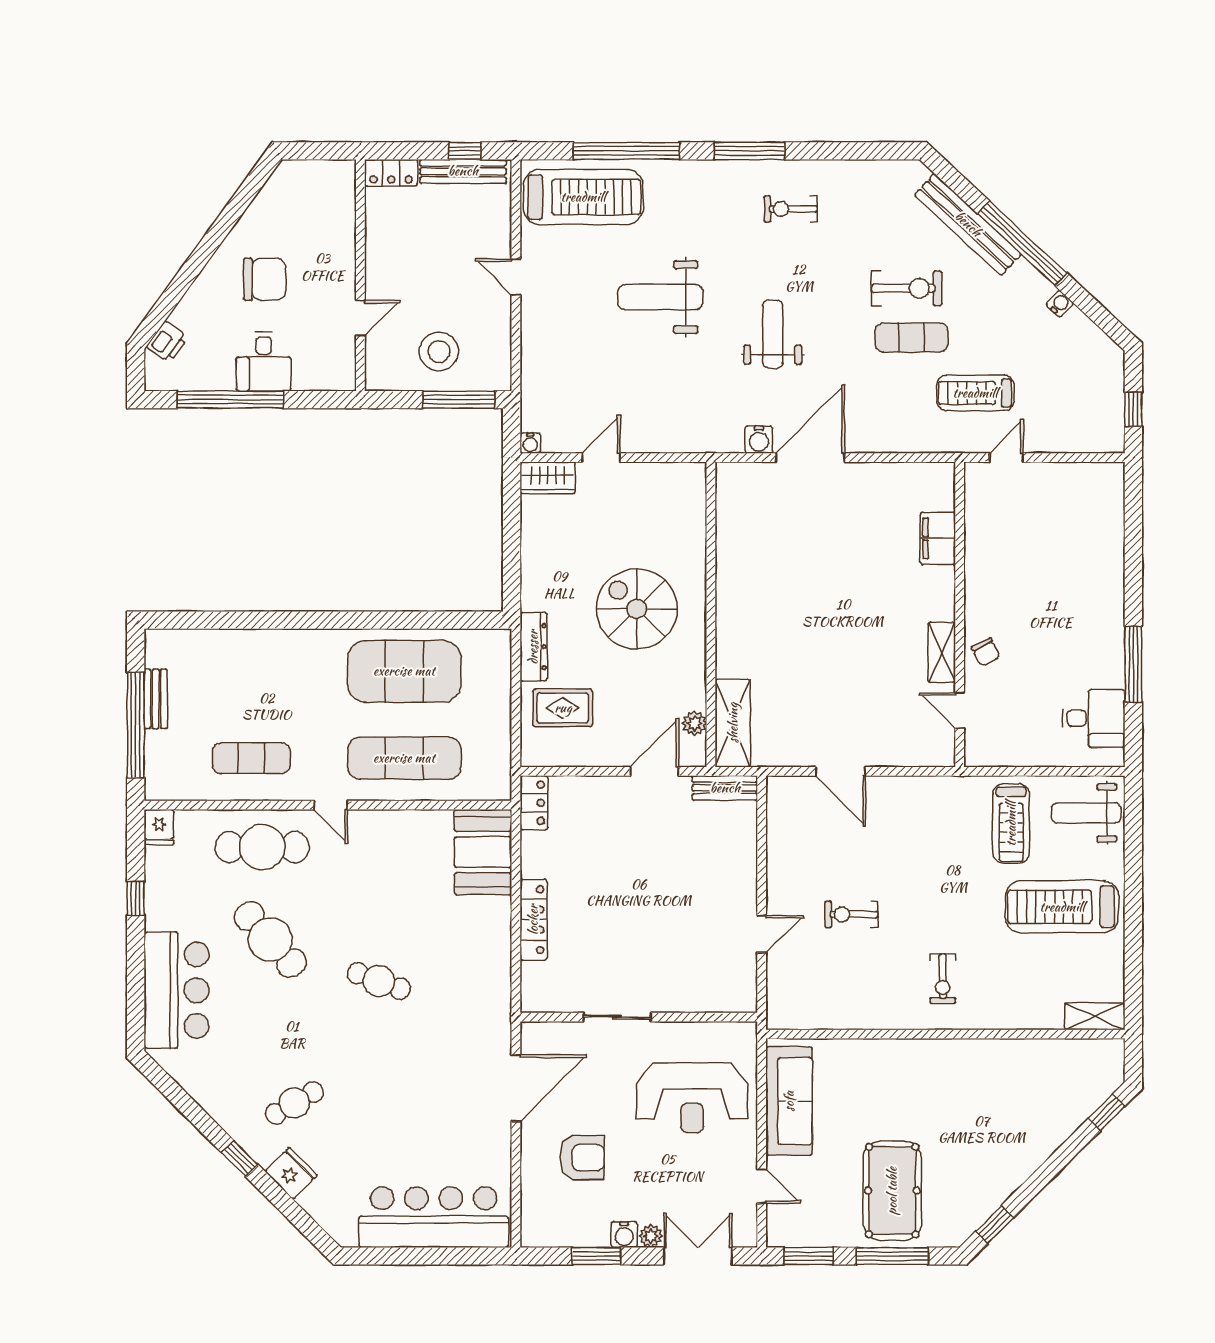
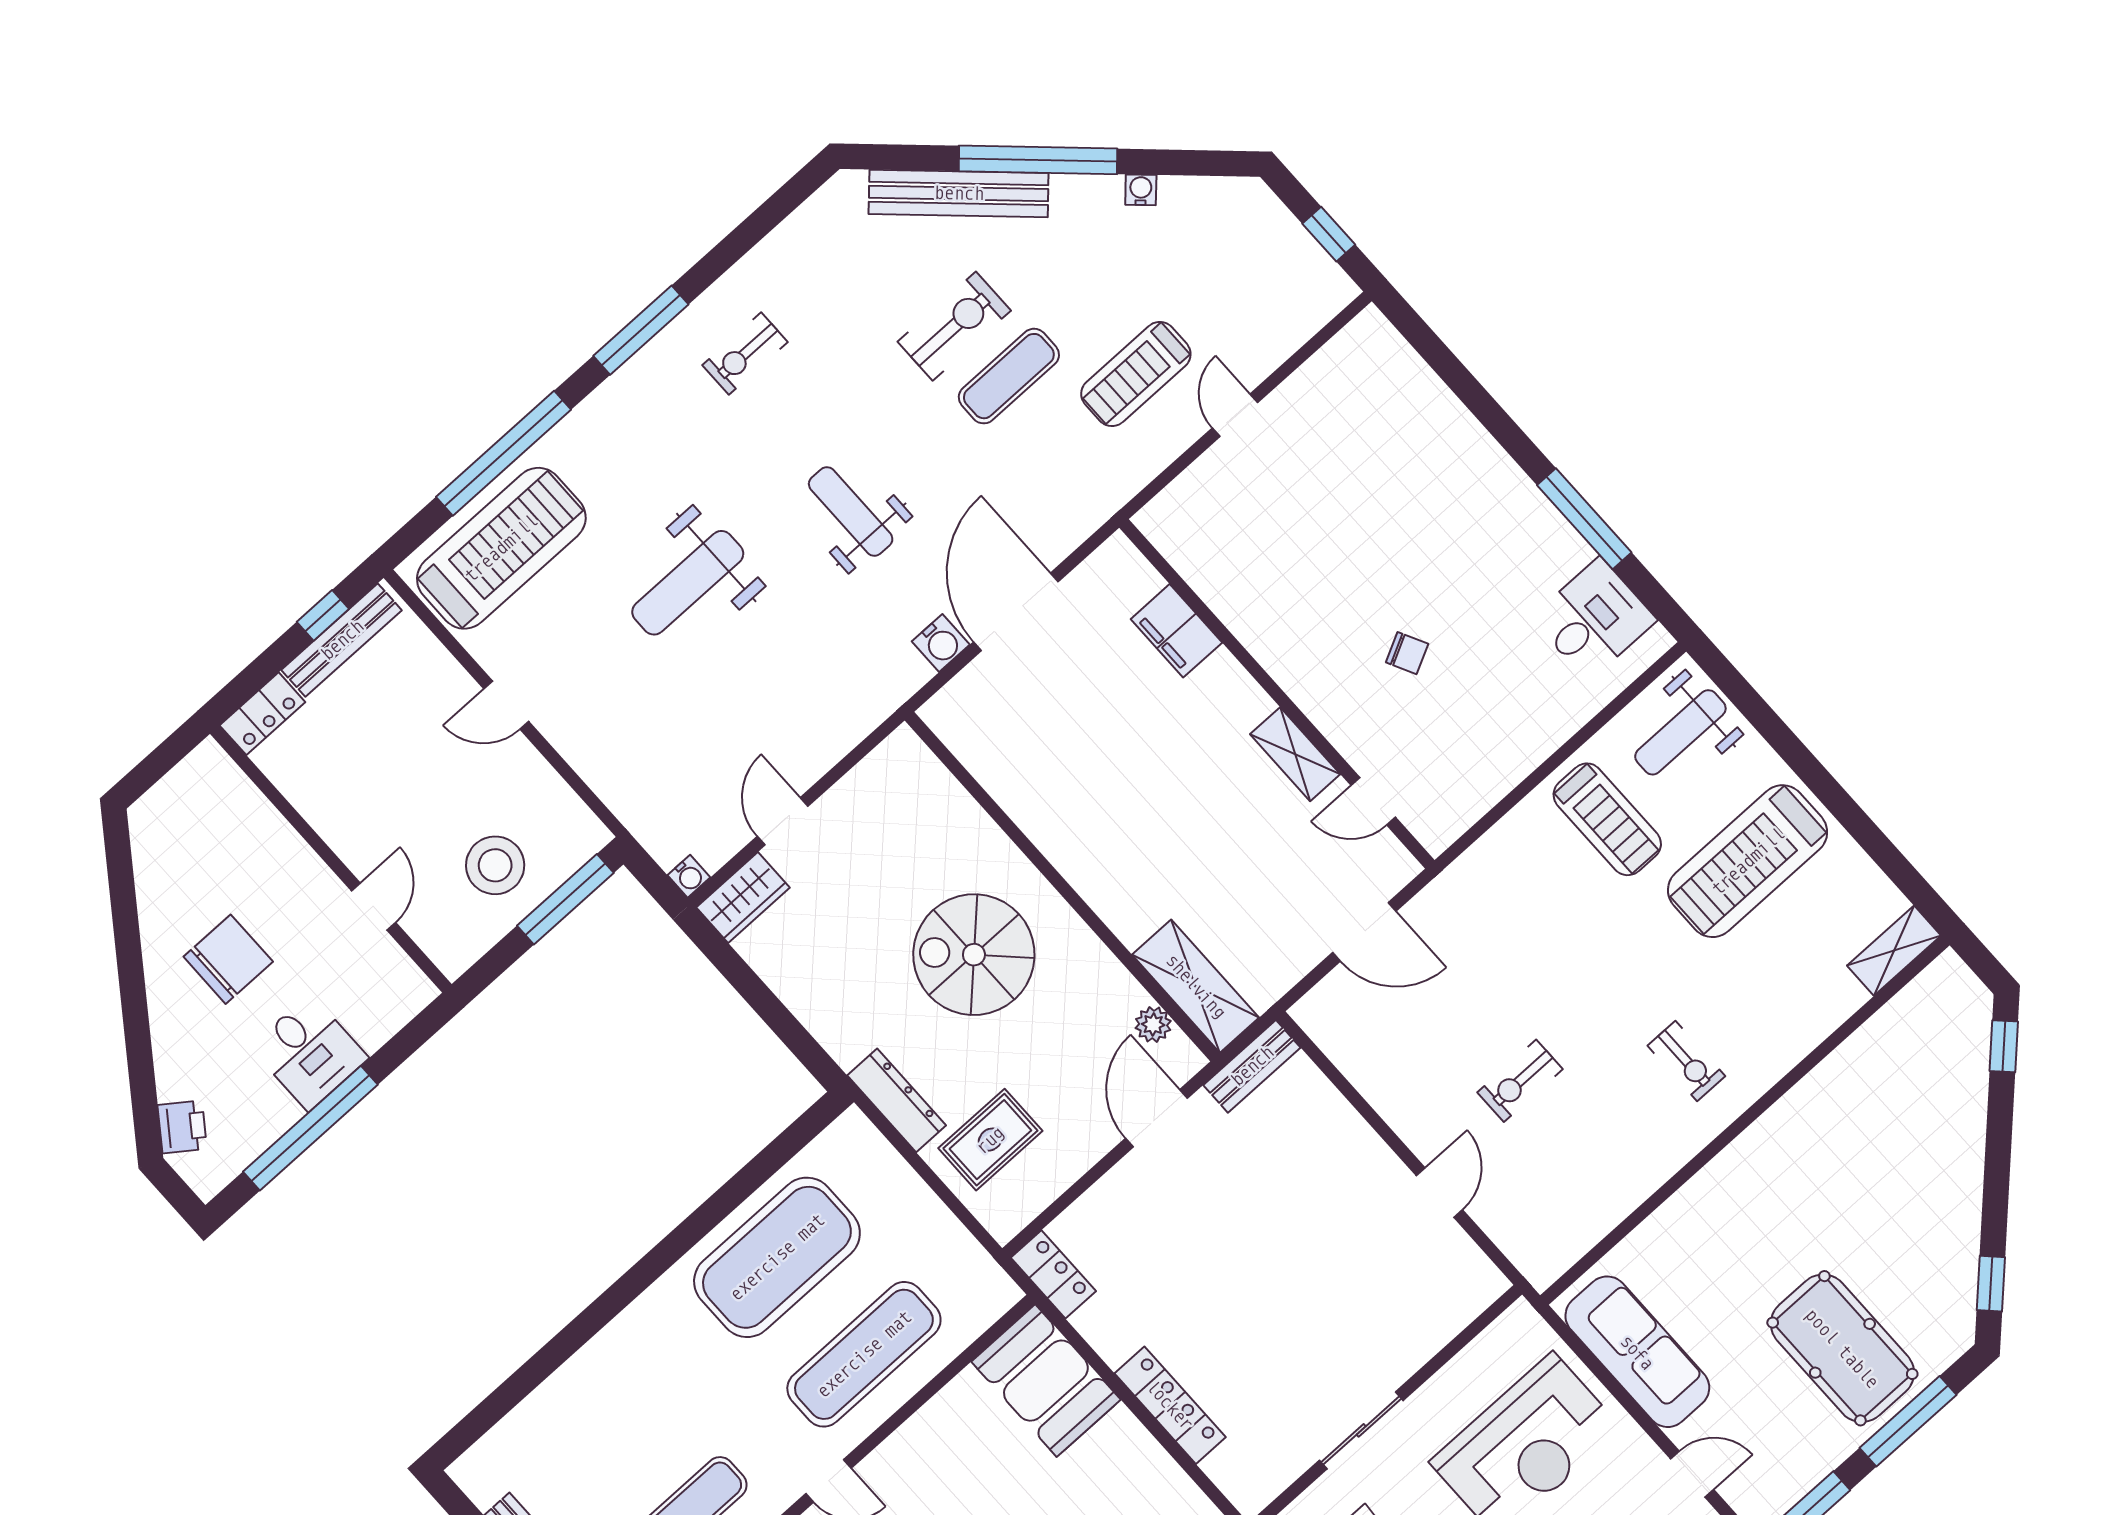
filing cabinet: (938, 538) -> (1176, 631), moved
wall: (960, 614) -> (1277, 694), moved
shelving: (942, 652) -> (1295, 754), moved
door: (960, 711) -> (1373, 801), moved

